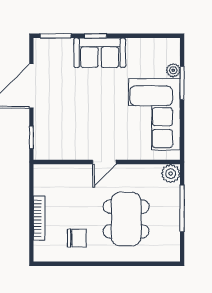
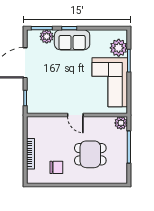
plant: (63, 48) -> (47, 36), added
plant: (173, 70) -> (119, 48), width x1.88, depth x1.88
door: (104, 162) -> (75, 115), hinge flipped
dining table: (126, 219) -> (90, 154), width x0.73

